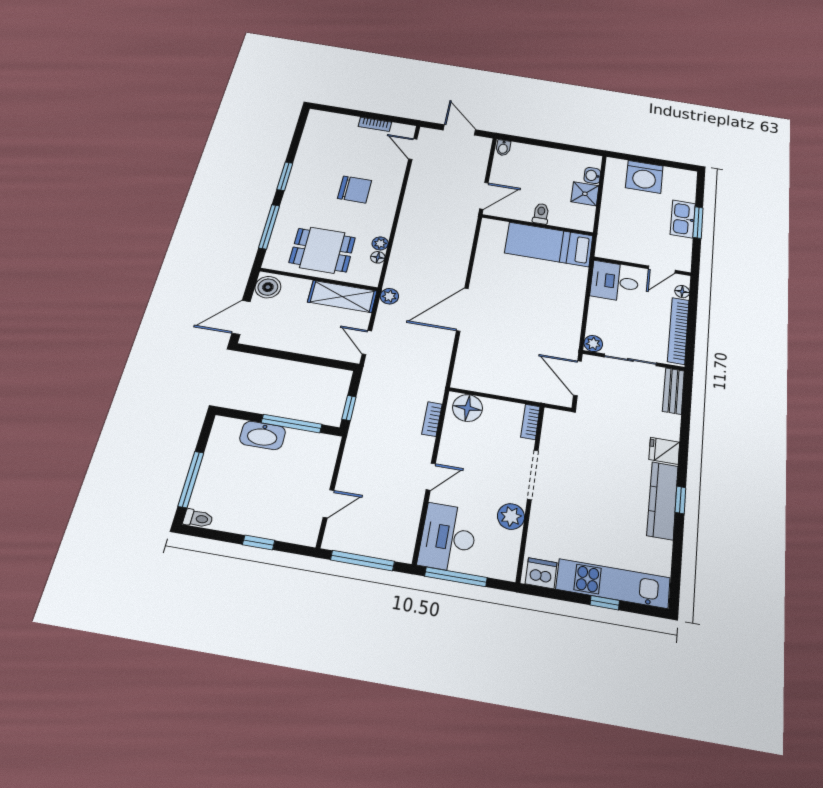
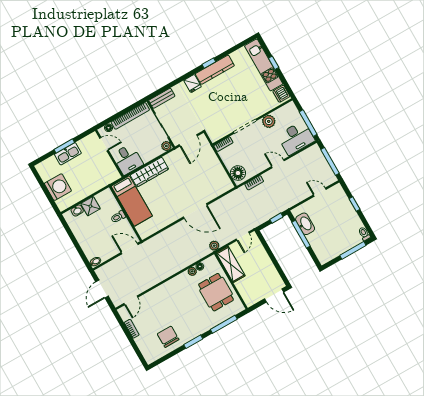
chair: (355, 189) -> (168, 337), moved
boiler: (268, 287) -> (252, 298), removed
wardrobe: (572, 295) -> (149, 172), added
washbasin: (263, 435) -> (305, 224), moved

